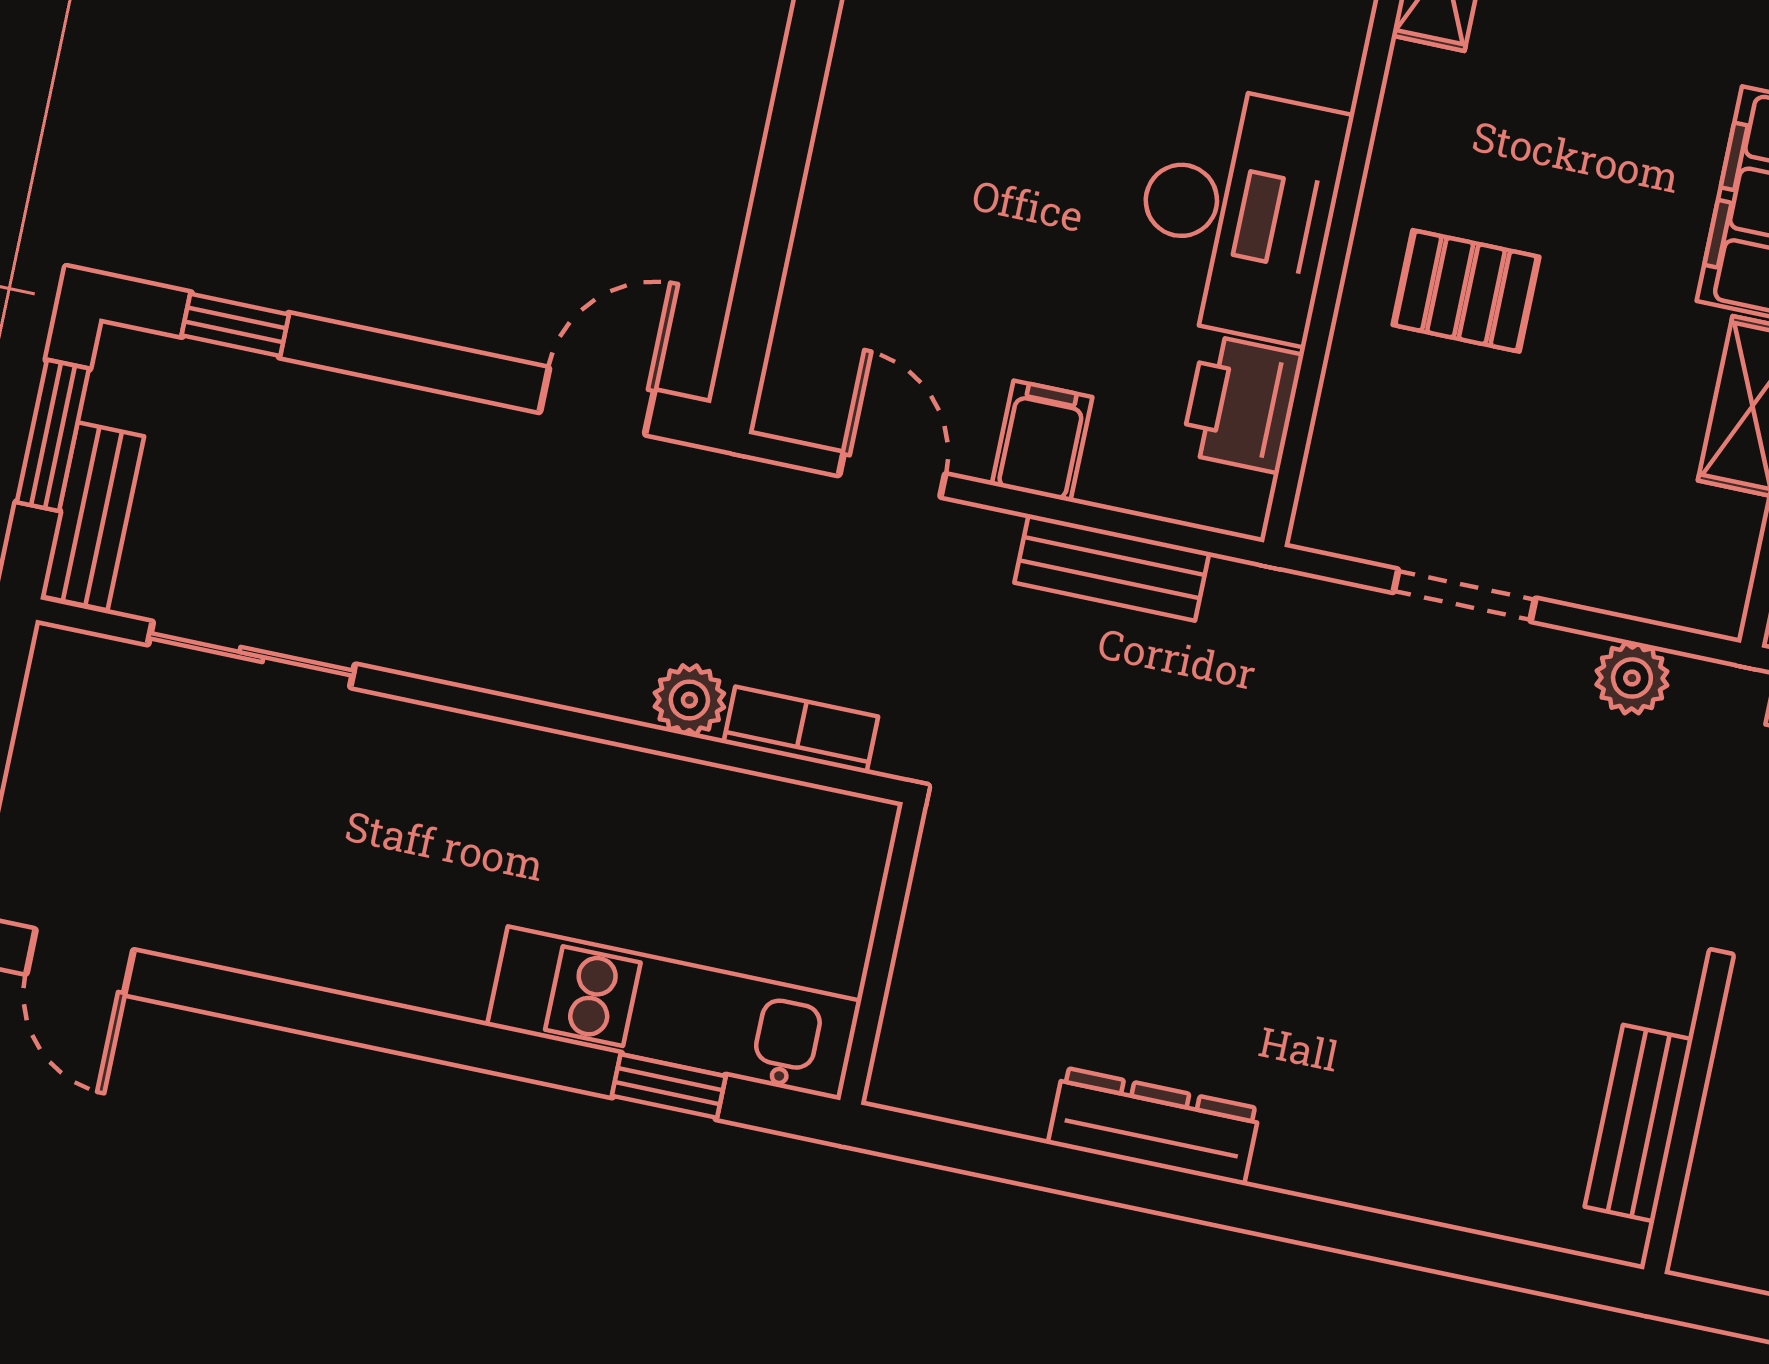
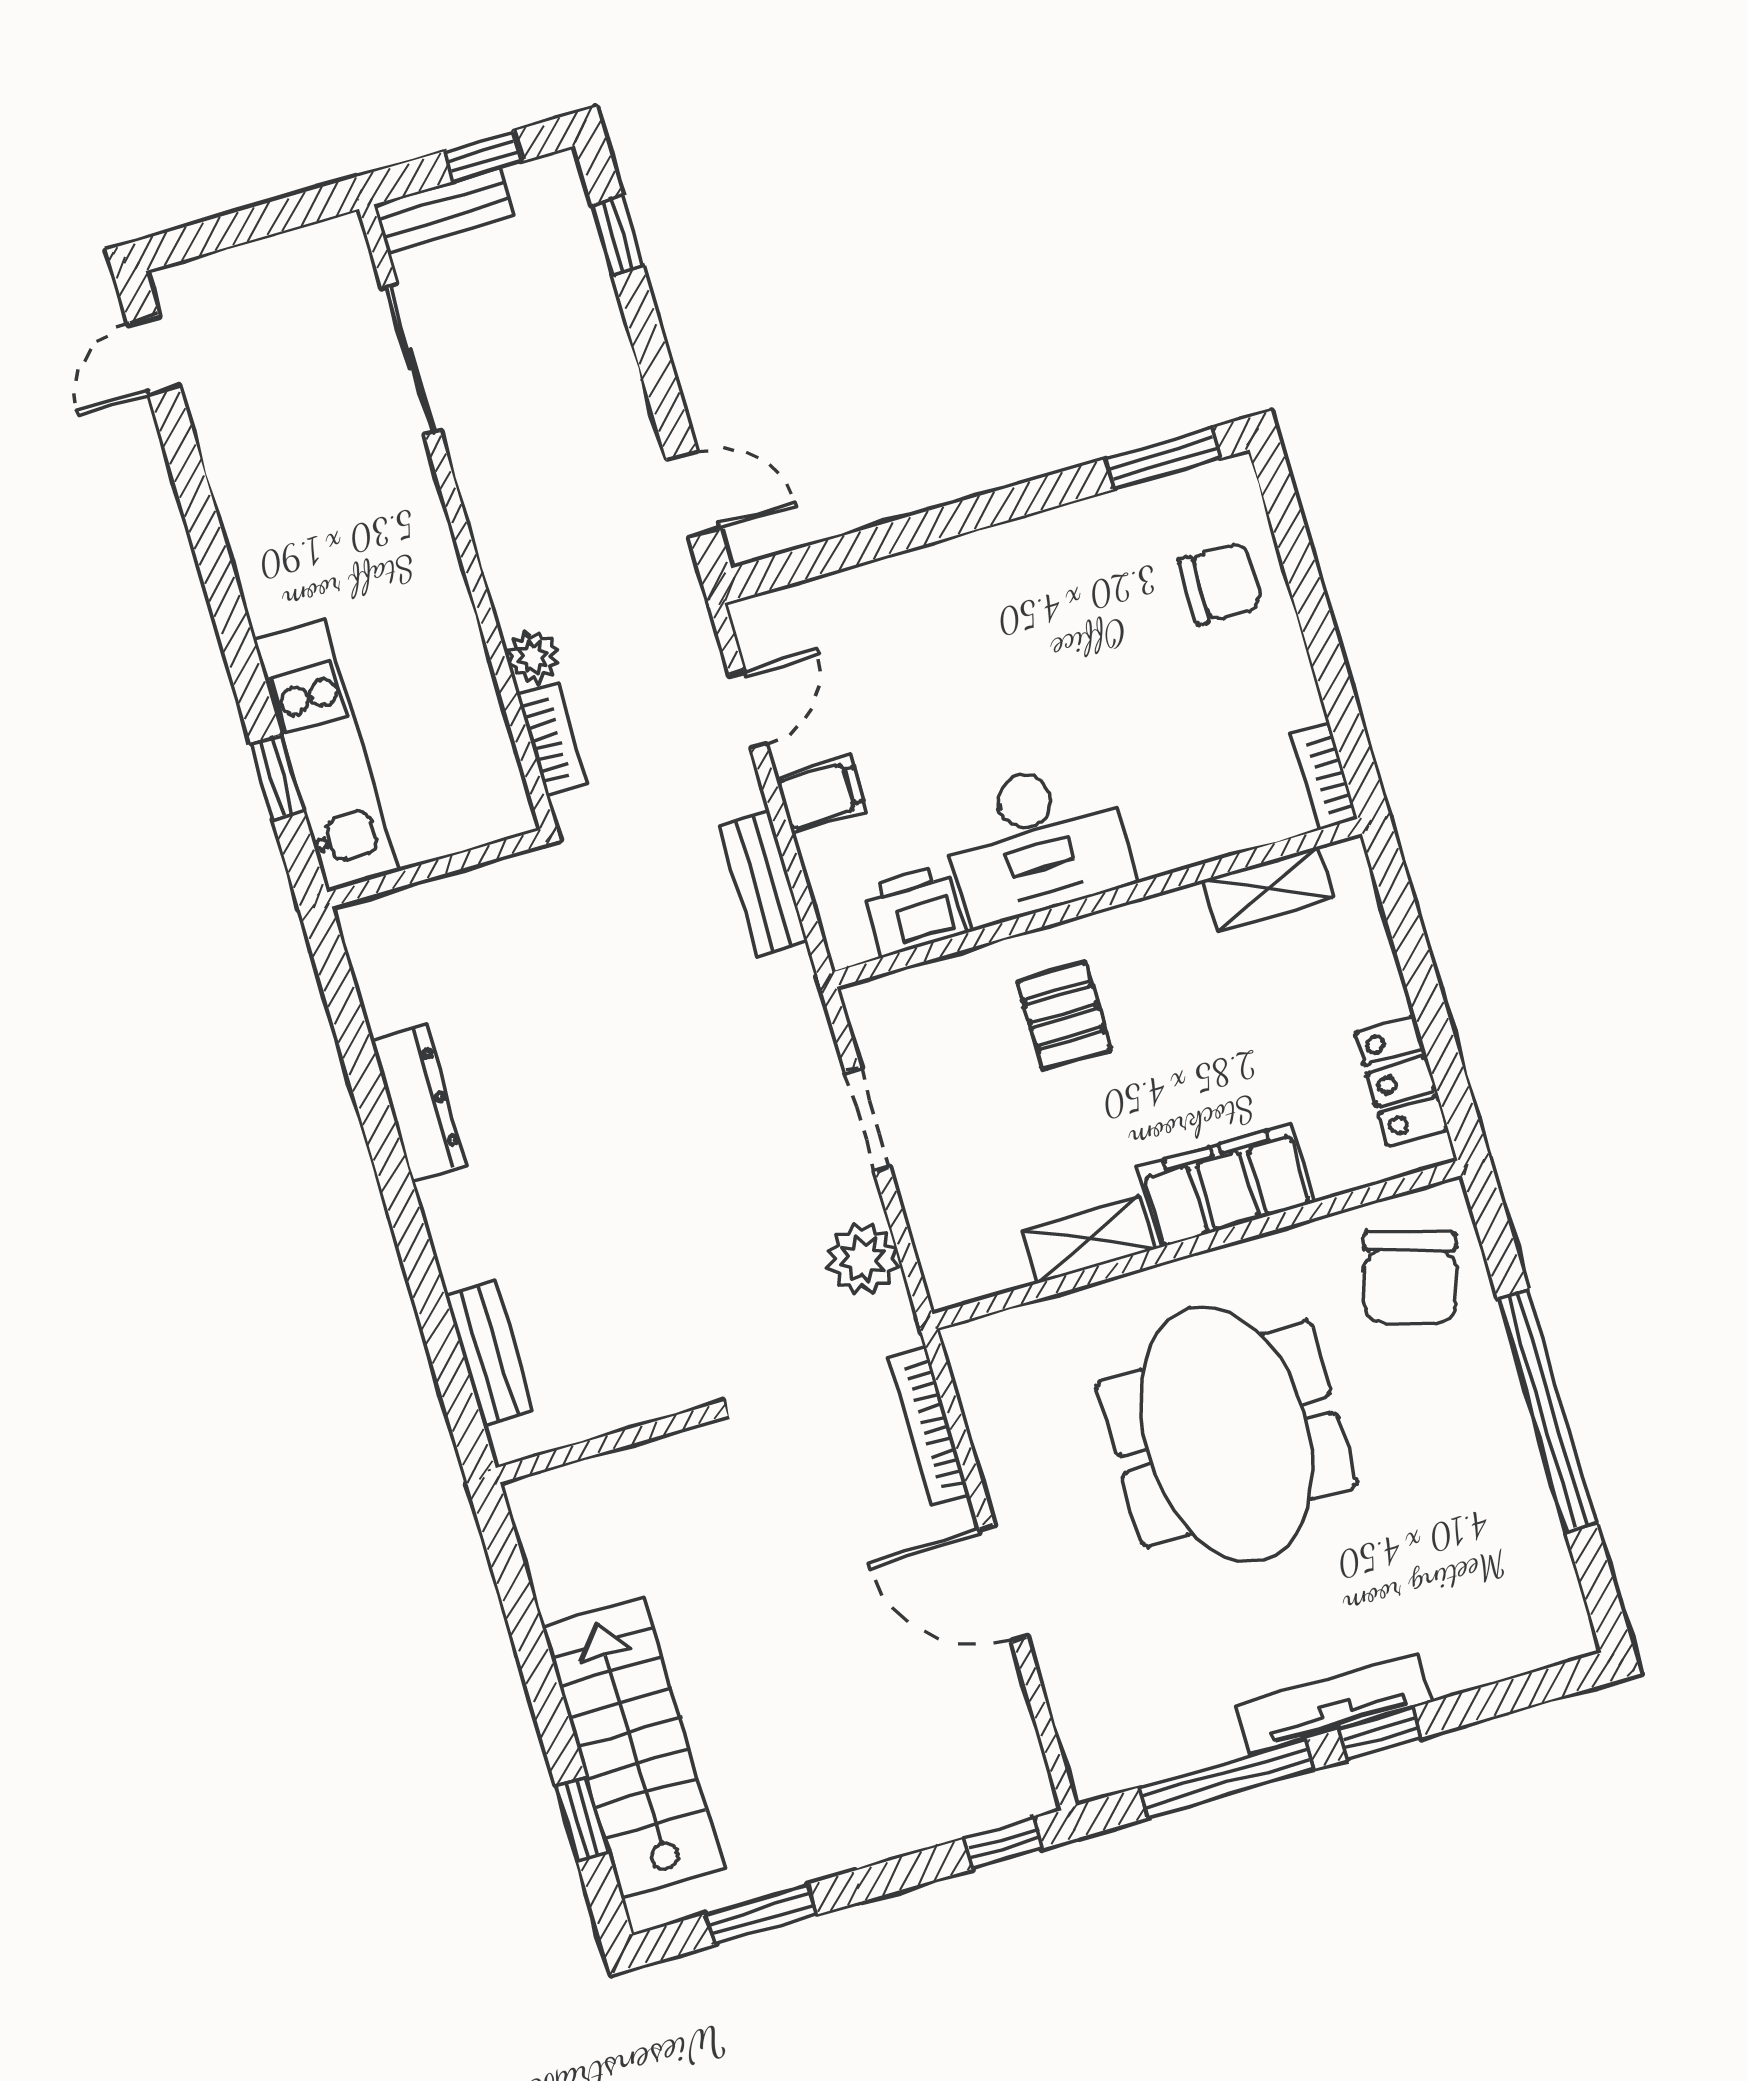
window: (53, 435) -> (483, 156), width x0.67
plant: (1632, 678) -> (863, 1259), width x1.38, depth x1.38
bench: (1639, 1123) -> (489, 1354), moved, turned 90

